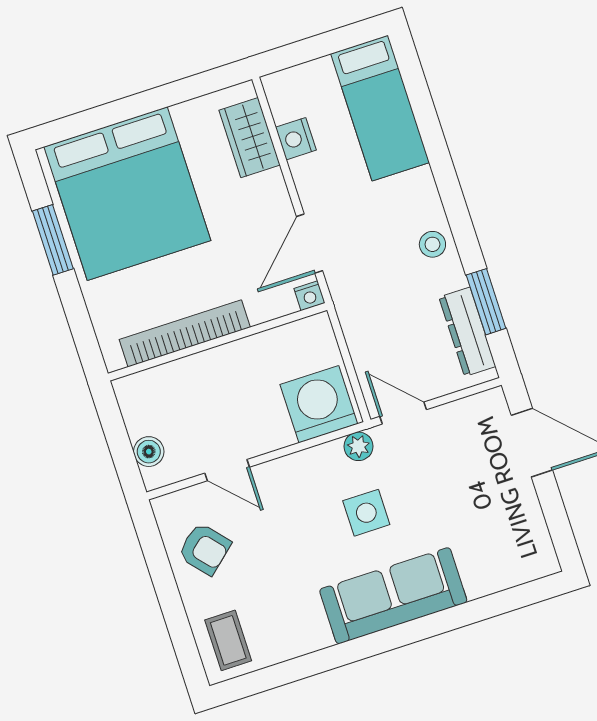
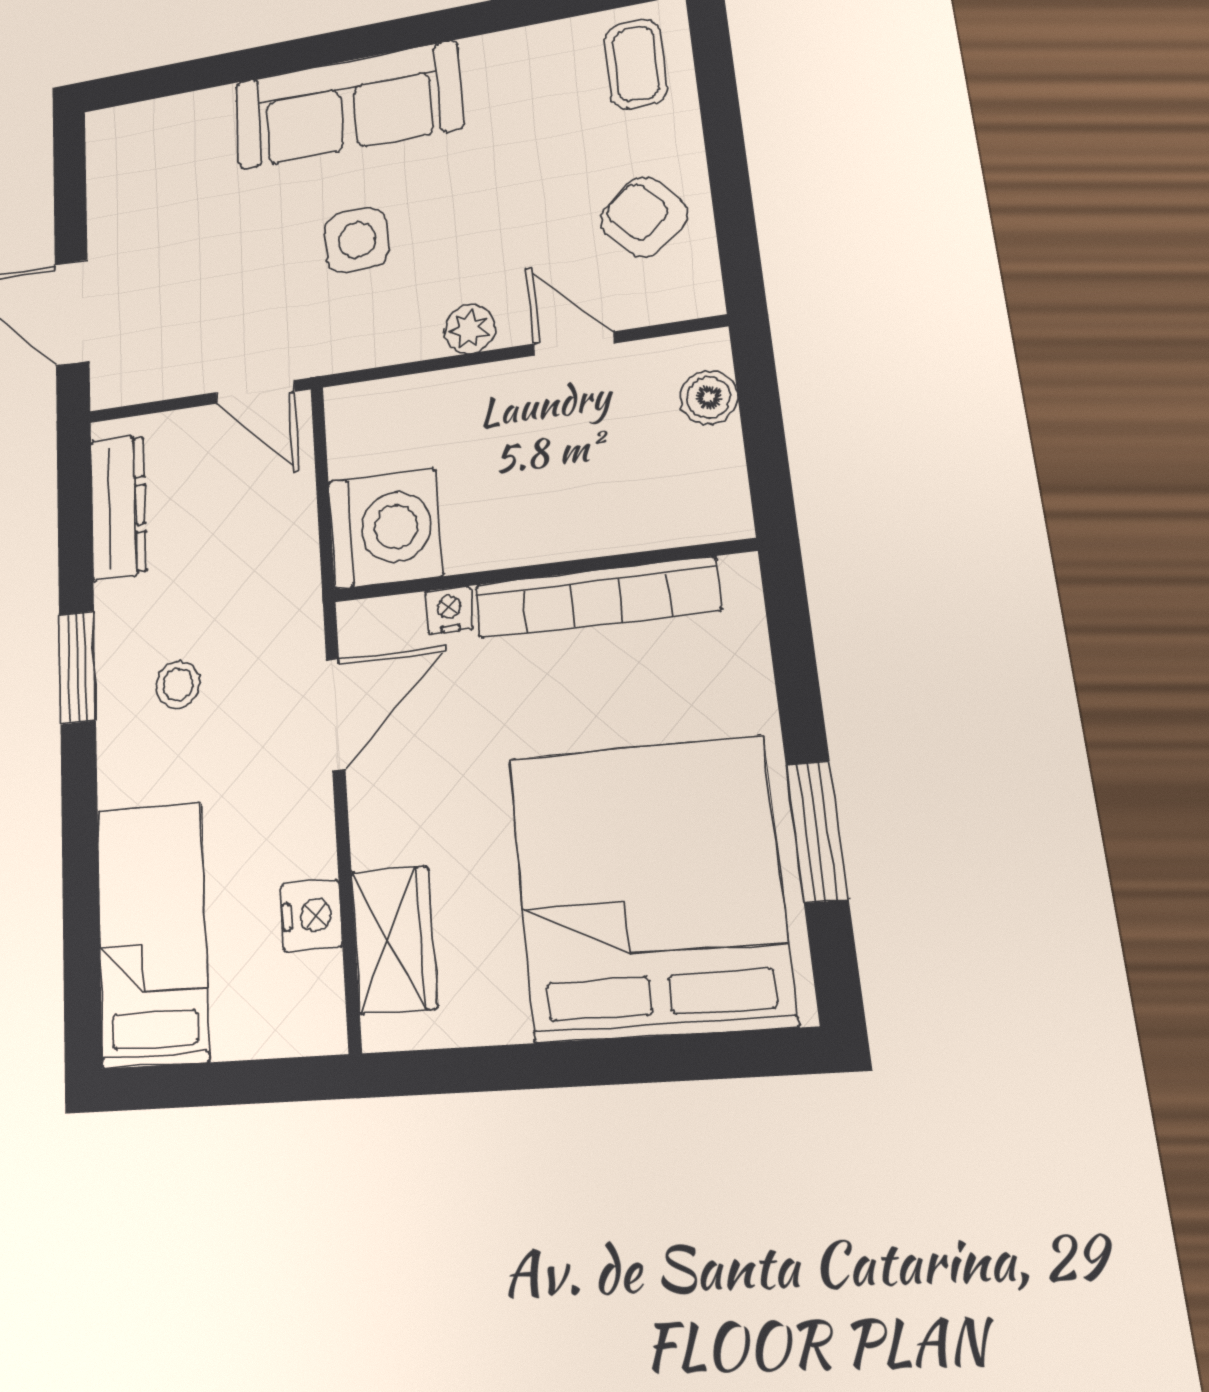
stool: (432, 244) -> (178, 685), moved
nightstand: (309, 296) -> (449, 610), moved
window: (486, 302) -> (77, 667), moved
washing machine: (319, 404) -> (385, 528), moved, turned -90
plant: (358, 446) -> (470, 329), moved

